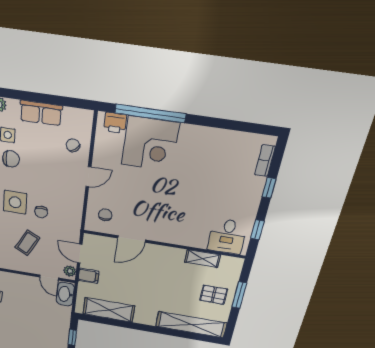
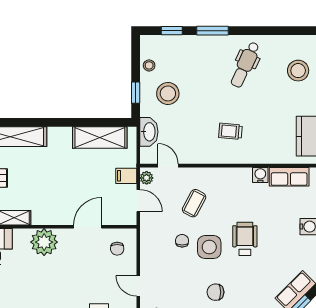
door: (88, 177) -> (138, 286), hinge flipped
plant: (177, 232) -> (44, 242), added
washbasin: (65, 294) -> (149, 132), moved
stool: (45, 332) -> (168, 93), added

